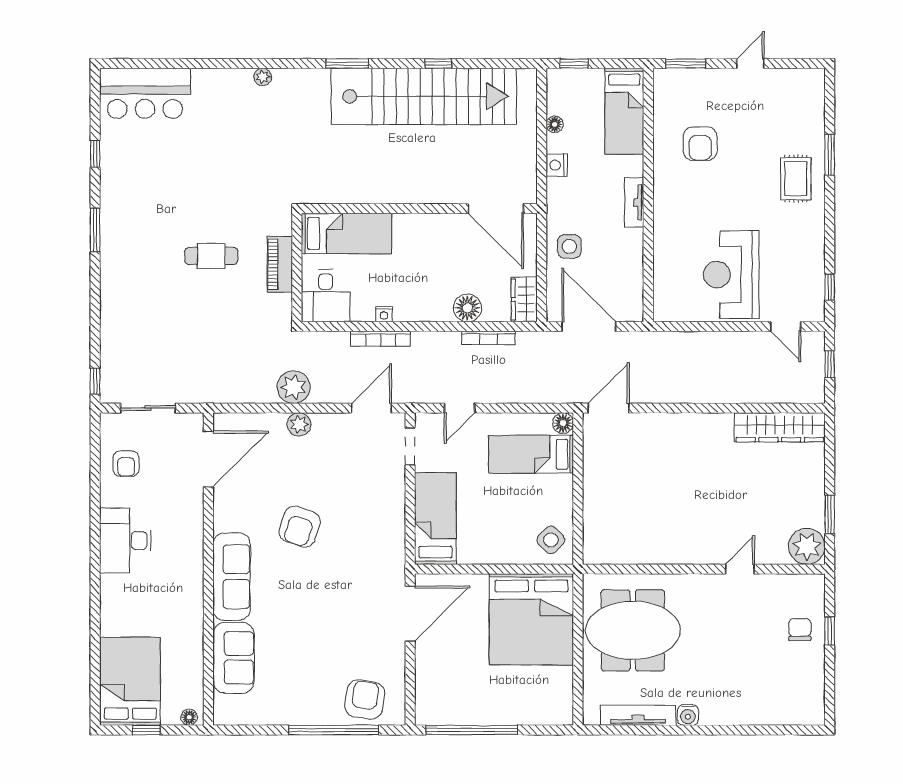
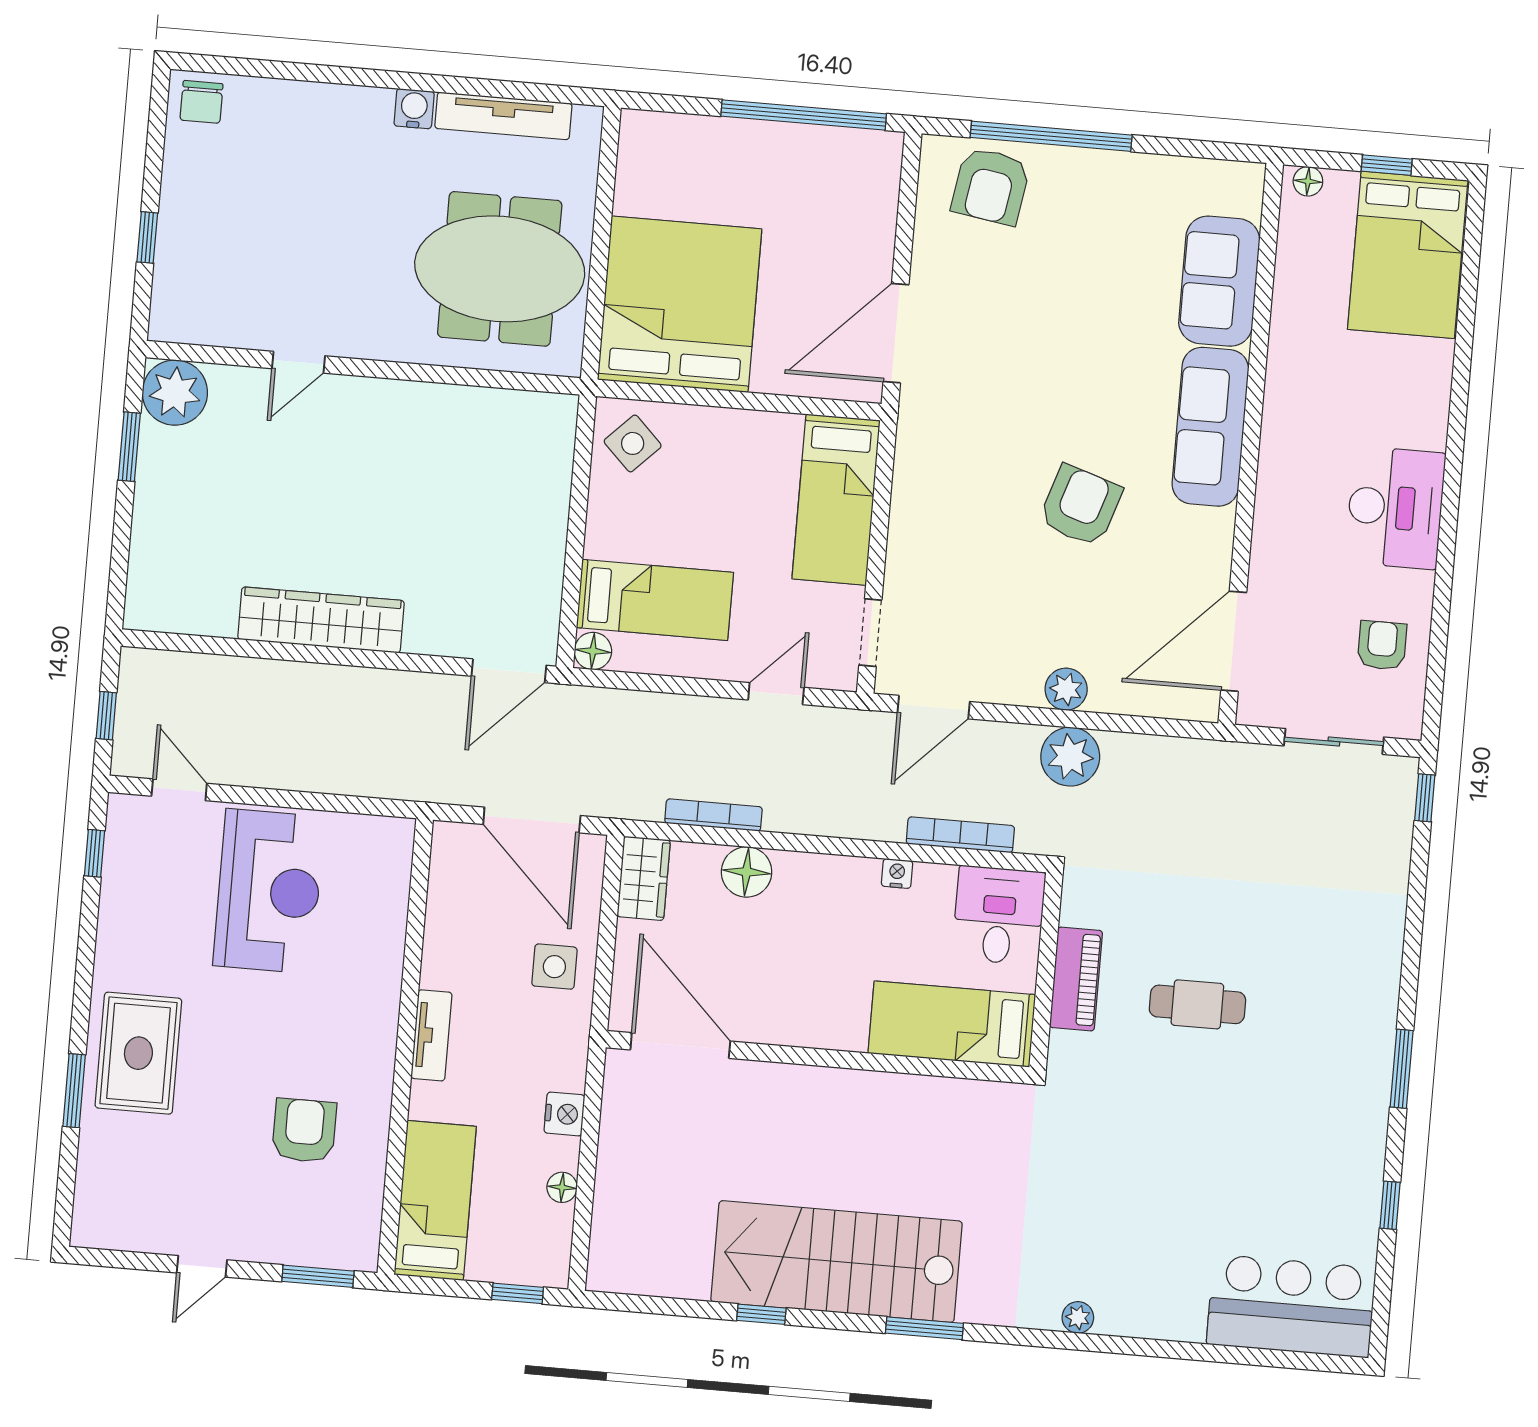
stairs: (424, 96) -> (837, 1262), width x0.73
rug: (796, 179) -> (138, 1053), width x1.36, depth x1.43
bookcase: (380, 339) -> (960, 835), moved
wardrobe: (780, 427) -> (321, 620), moved
chair: (800, 630) -> (202, 102), moved

